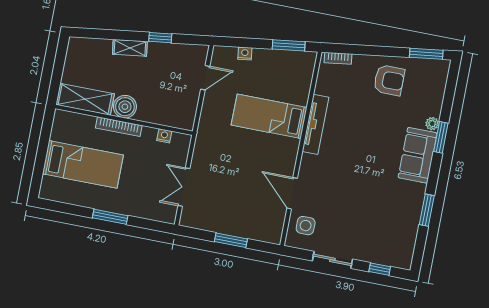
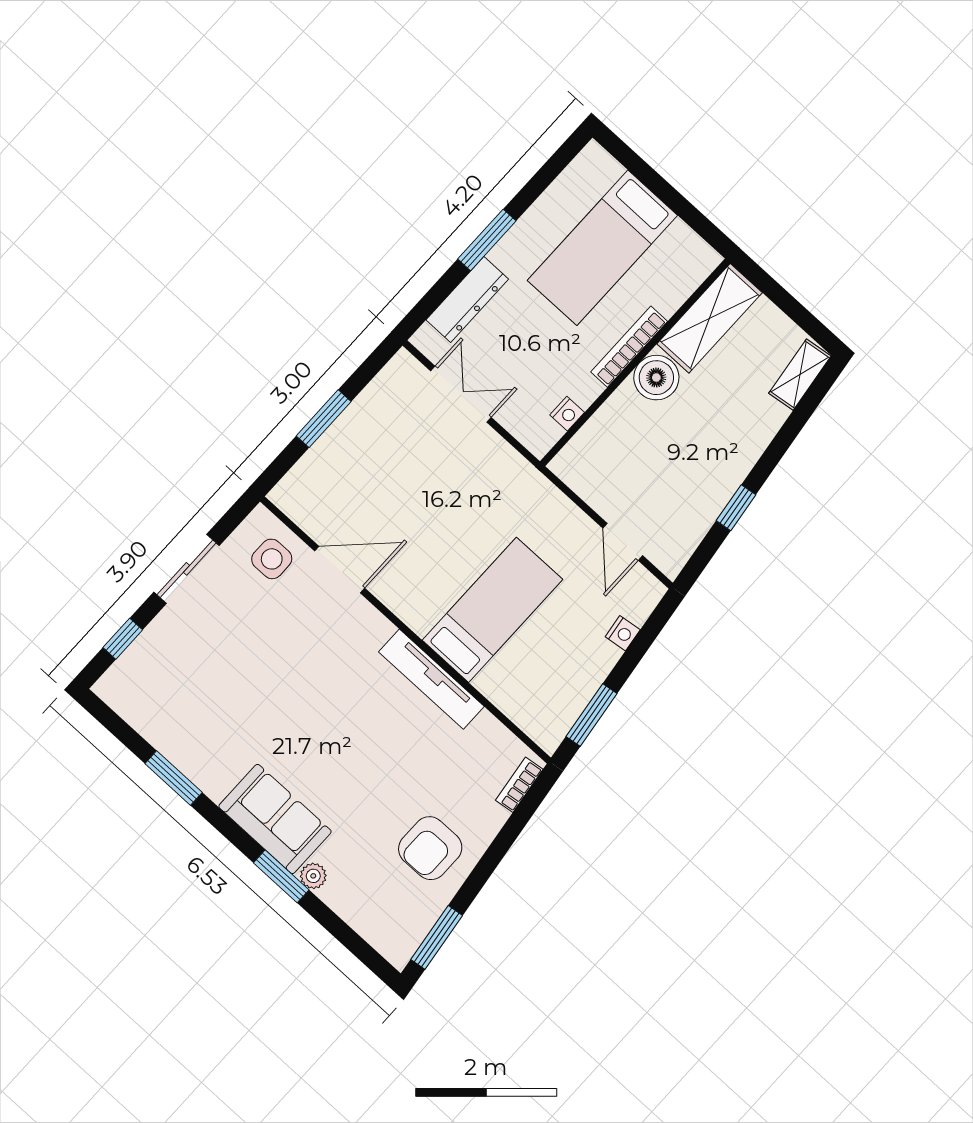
shelving: (130, 48) -> (800, 375), moved
dresser: (141, 209) -> (467, 299), added

